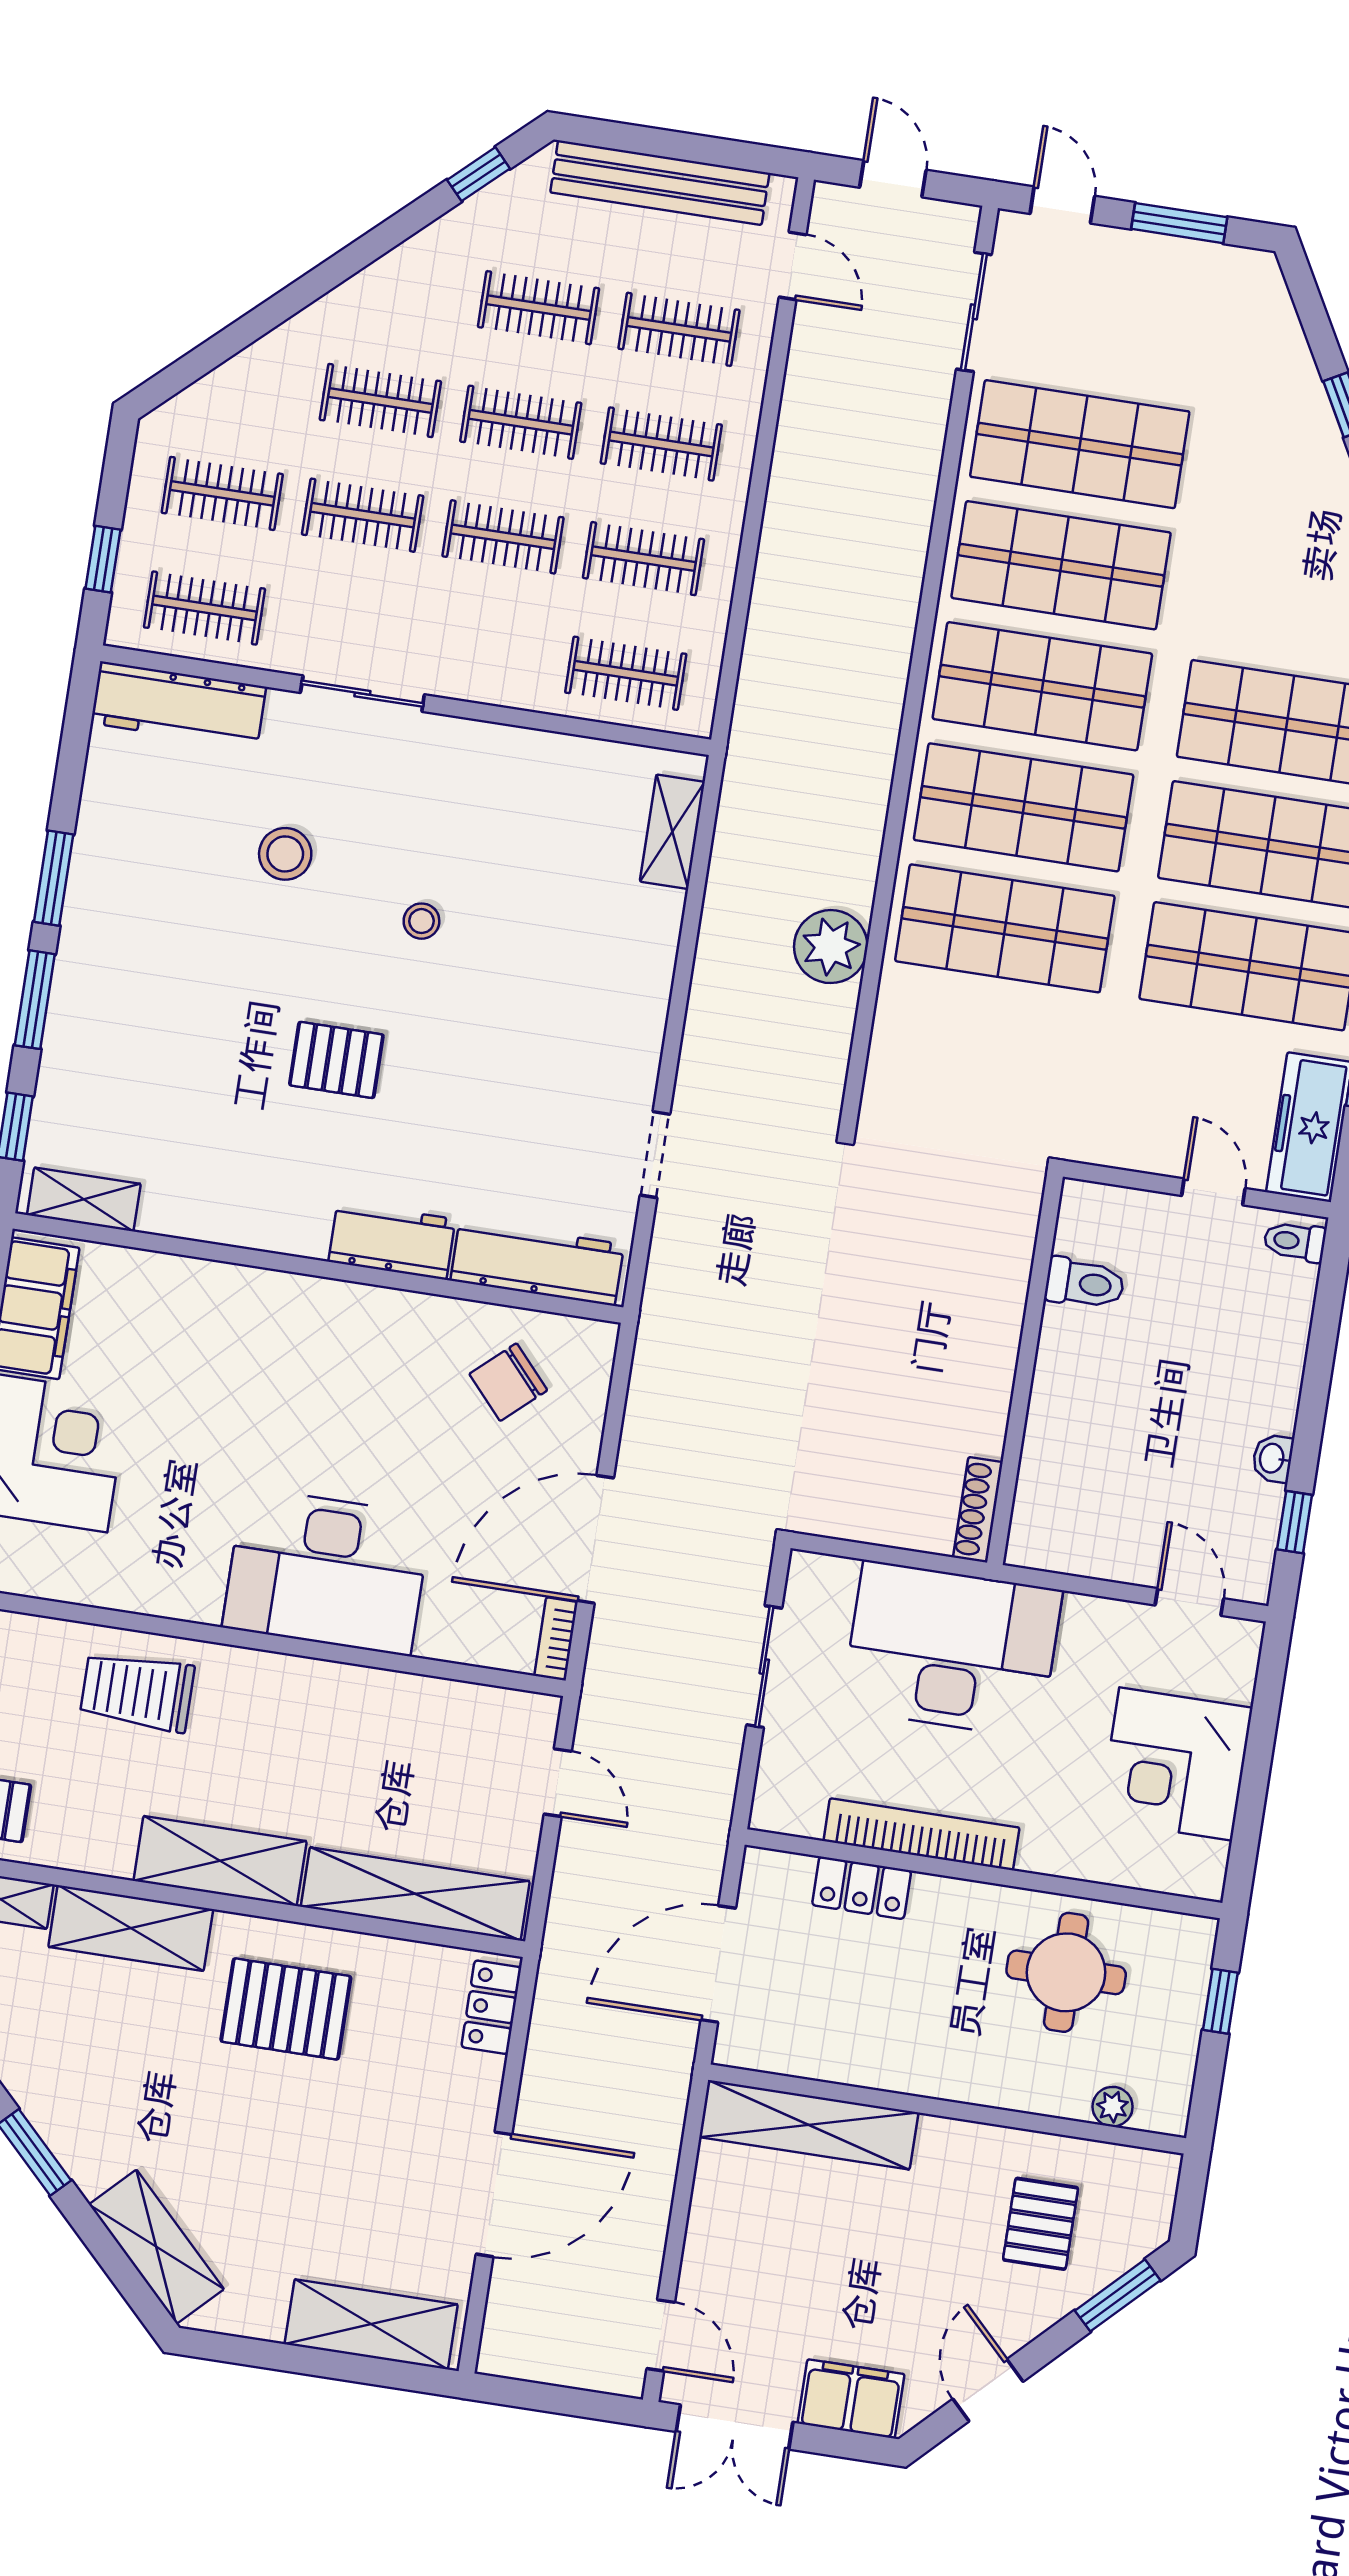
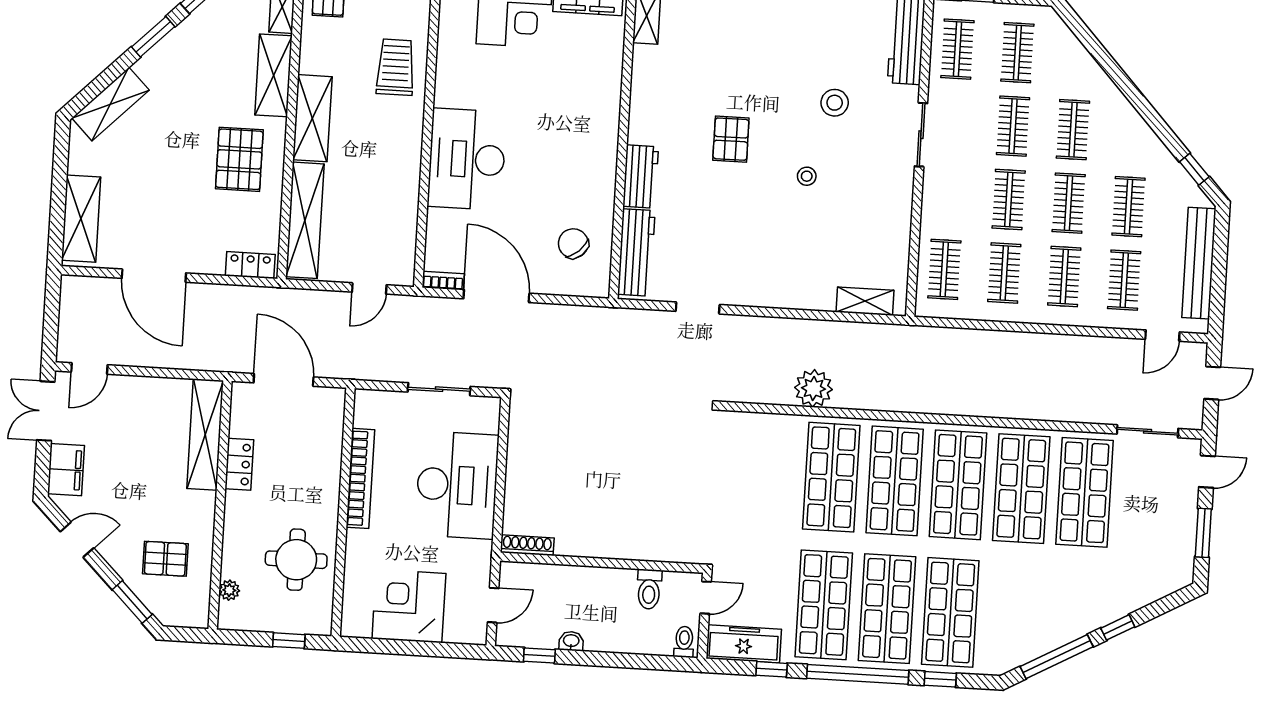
toilet: (1085, 1283) -> (649, 589), moved
wall: (1025, 1370) -> (602, 563), moved
shoe rack: (978, 1510) -> (527, 545), moved
locker: (862, 1888) -> (239, 464), moved, turned 180

